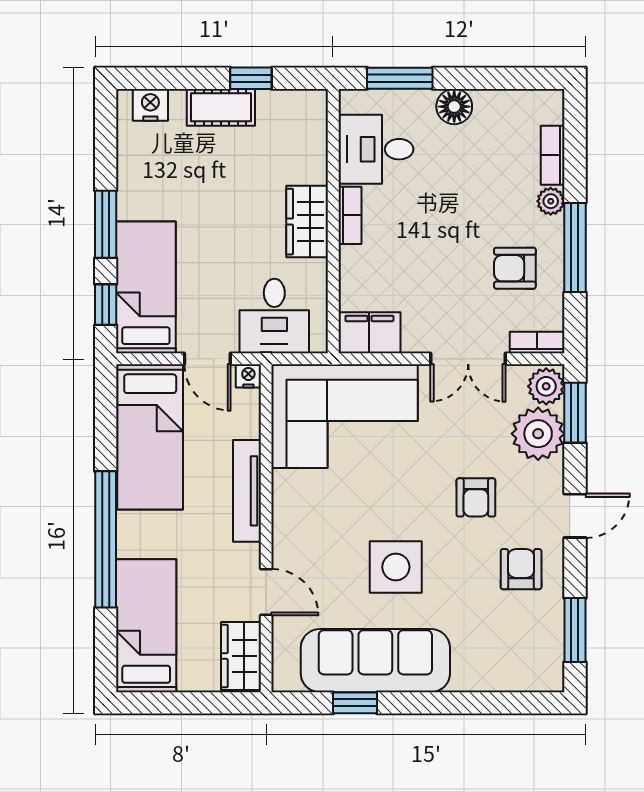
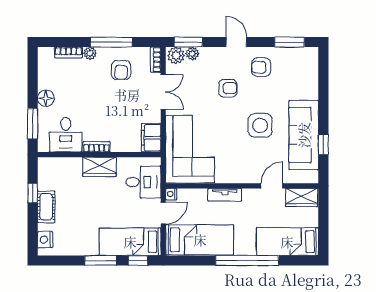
plant: (538, 434) -> (192, 54), width x0.53, depth x0.53
tv unit: (247, 491) -> (225, 195), width x0.71

